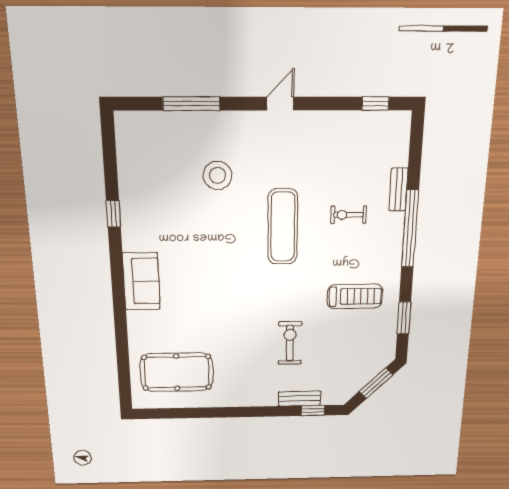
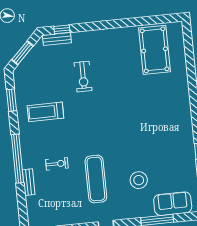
exercise mat: (283, 227) -> (96, 179), moved
sofa: (141, 281) -> (173, 204), moved, turned 90
pool table: (177, 372) -> (155, 50), turned 90
bench: (299, 399) -> (57, 39), moved

